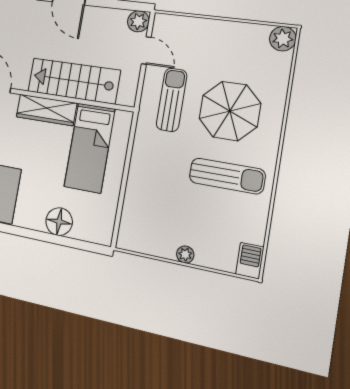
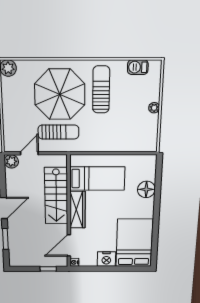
sun lounger: (172, 100) -> (58, 132), turned 180
parasol: (230, 111) -> (60, 94), width x1.36, depth x1.36
barbecue: (250, 261) -> (138, 67), moved

